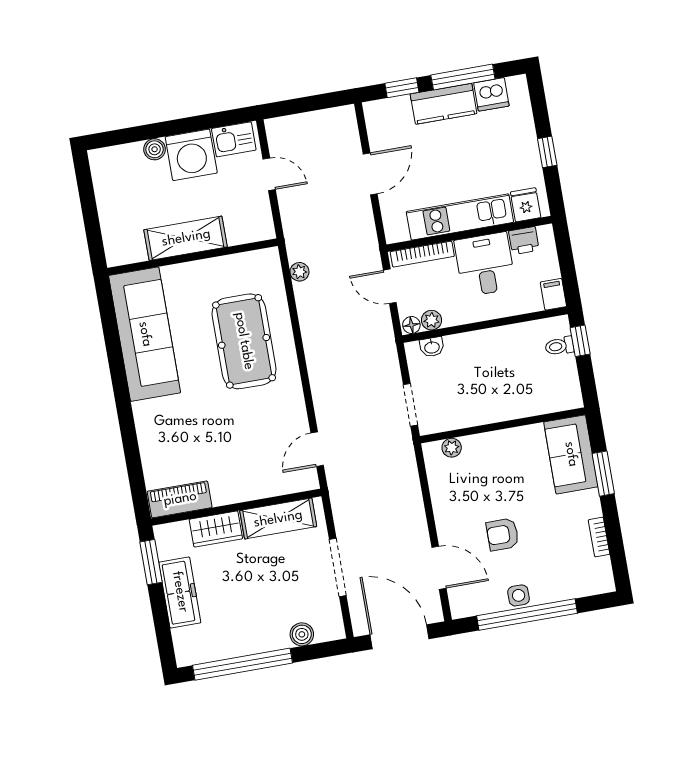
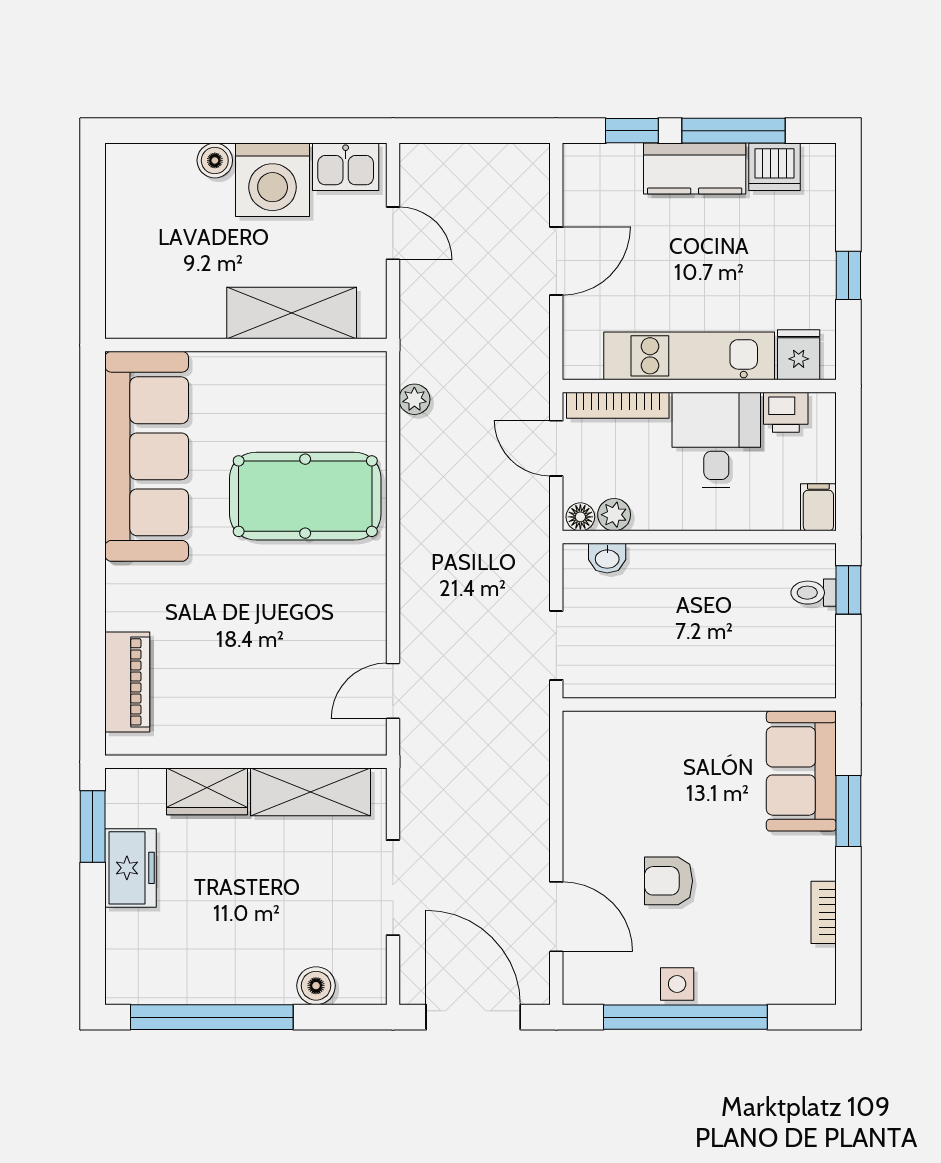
shelving: (186, 238) -> (292, 313), moved
pool table: (244, 341) -> (305, 496), turned 90
plant: (452, 448) -> (611, 726), removed
piano: (180, 499) -> (127, 682), moved, turned 90
freezer: (180, 592) -> (131, 868), width x0.71

